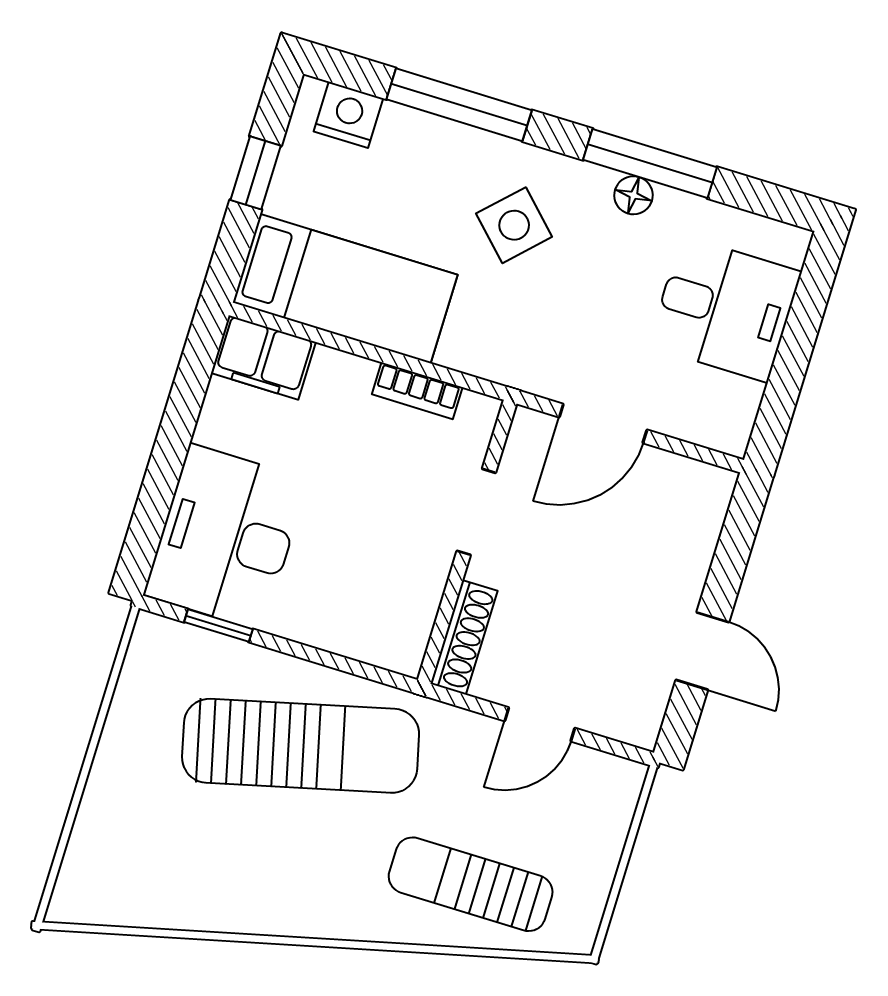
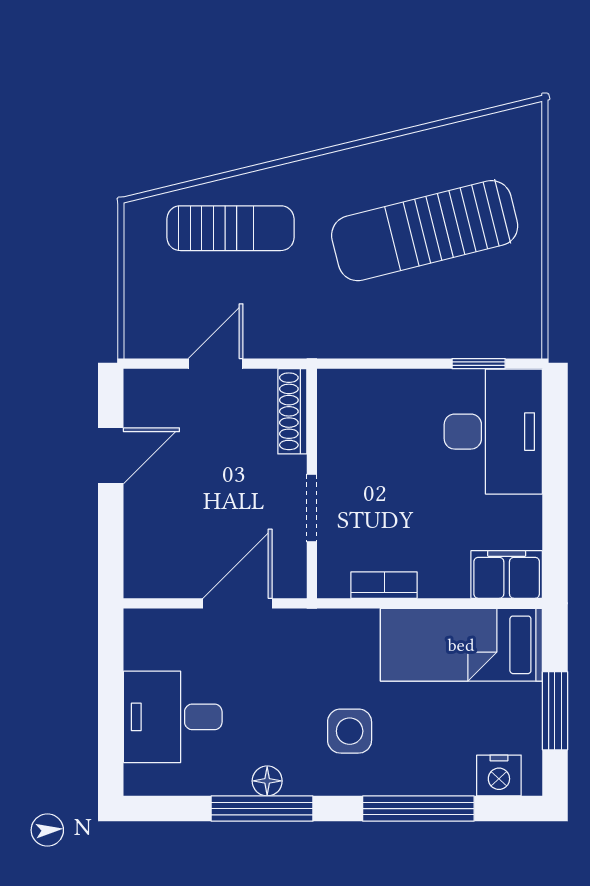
window: (256, 173) -> (555, 711), width x1.50
side table: (514, 225) -> (350, 731), turned 45
door: (702, 651) -> (111, 456), swing flipped
sun lounger: (301, 746) -> (425, 231), moved

